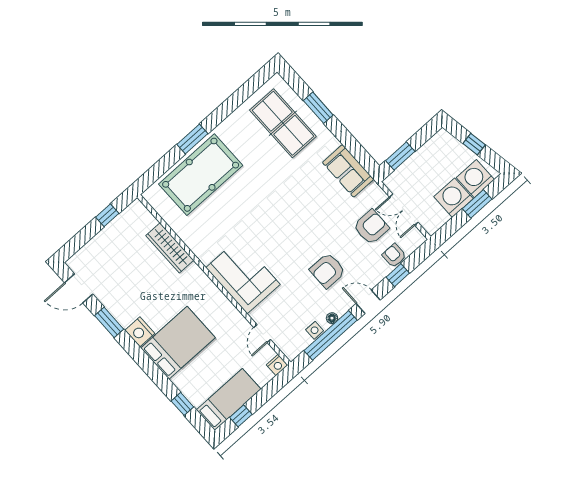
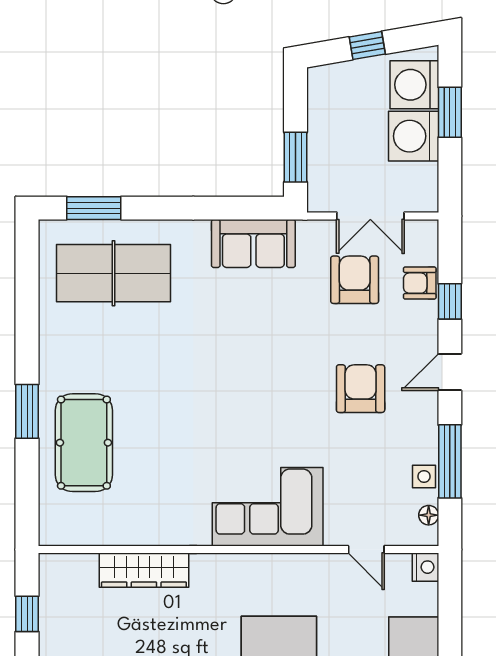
window: (318, 108) -> (94, 208), moved
pool table: (201, 175) -> (84, 443), width x0.73, depth x0.76
armchair: (328, 270) -> (361, 389), turned 180
floor lamp: (332, 318) -> (429, 515), moved
window: (331, 335) -> (450, 461), width x0.68

